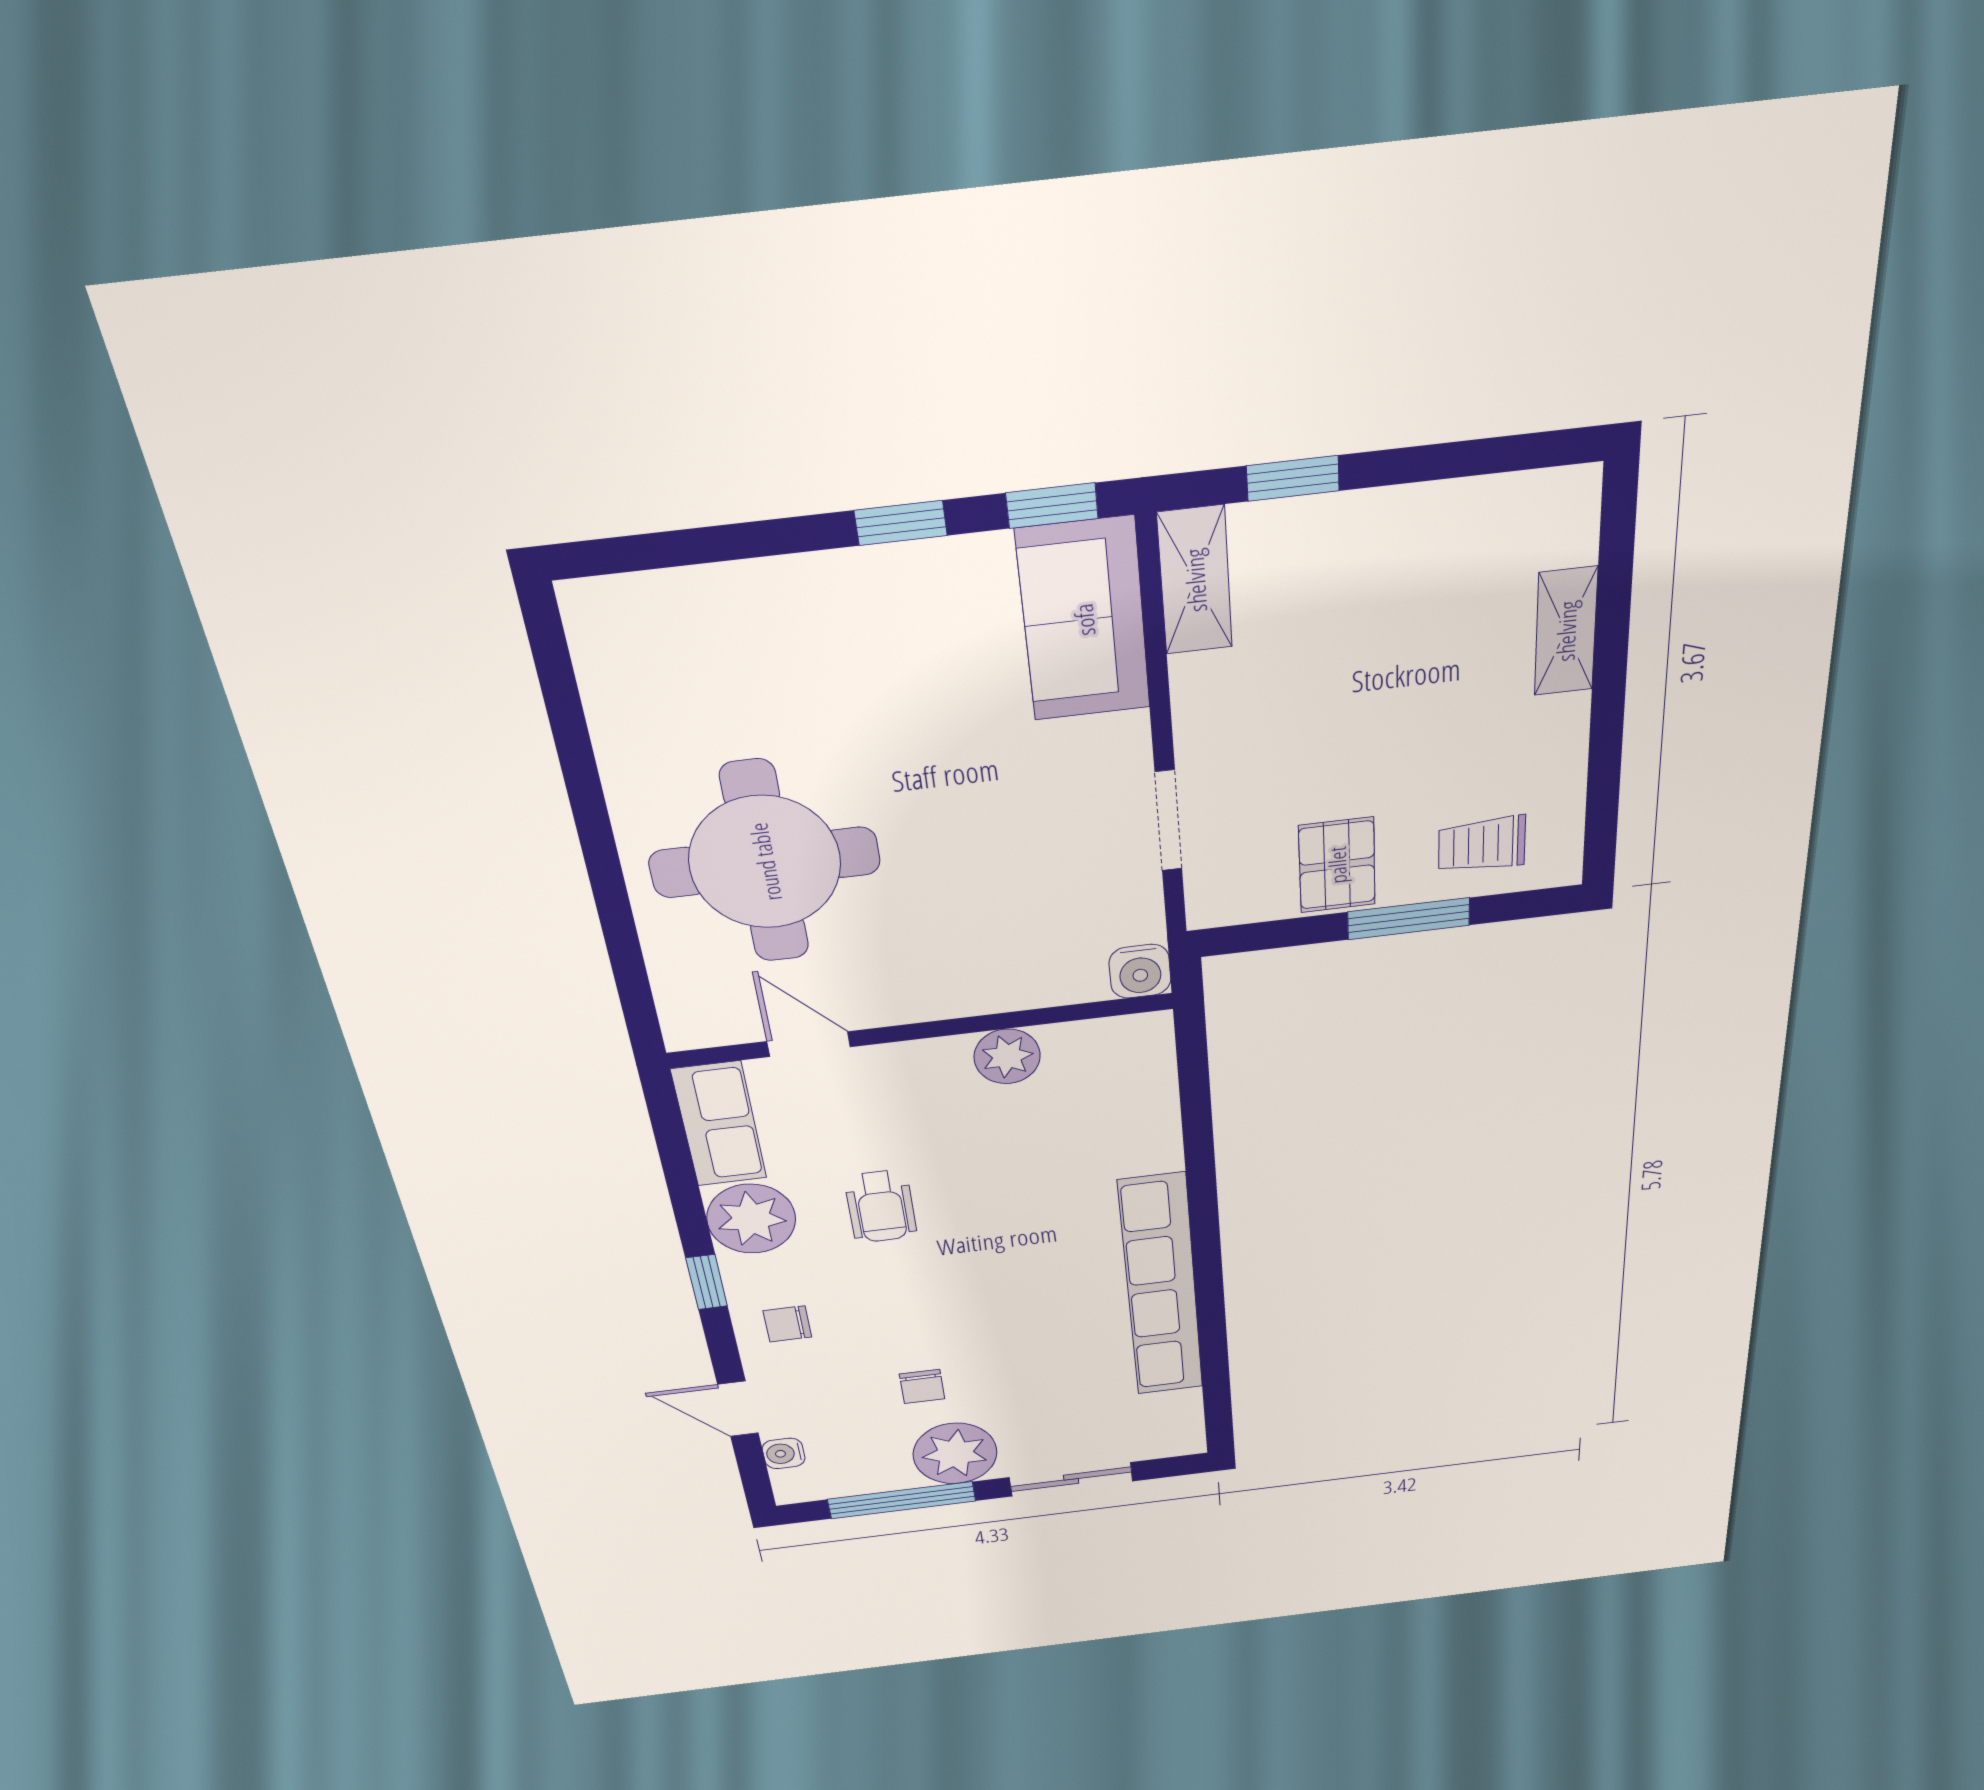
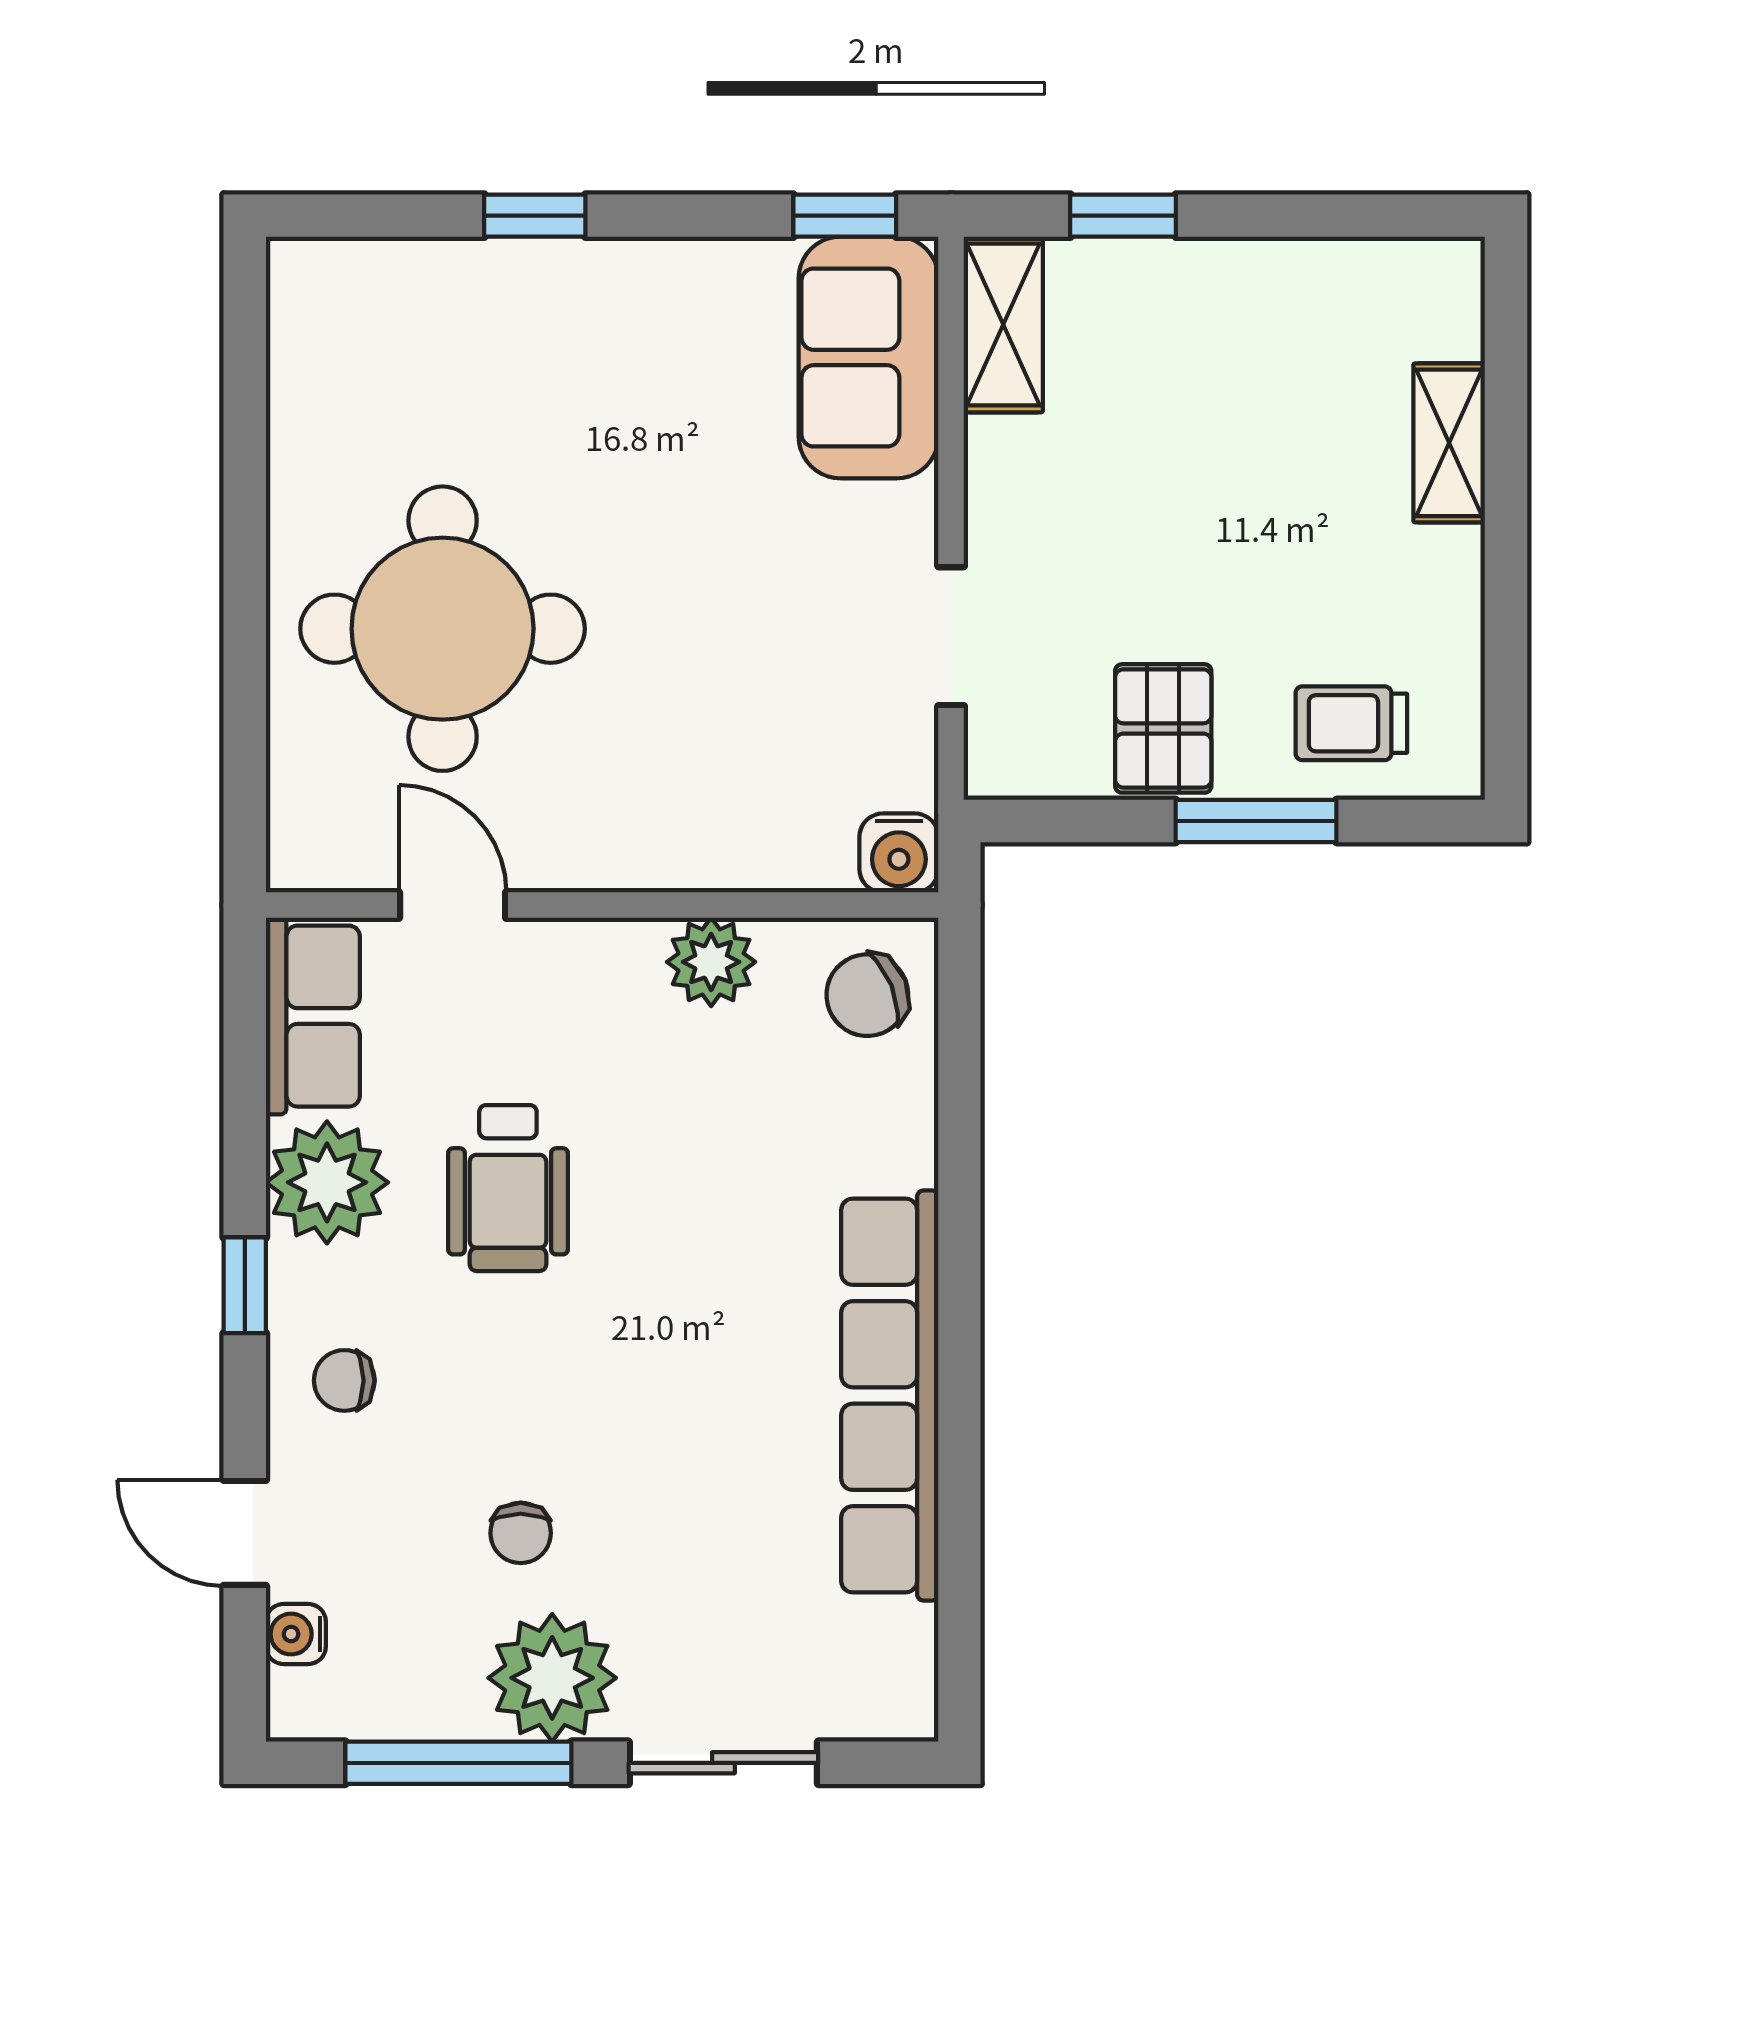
window: (901, 523) -> (535, 216), moved
chair: (1125, 1063) -> (867, 995), added
wheelchair: (881, 1206) -> (508, 1188), width x1.36, depth x1.37

